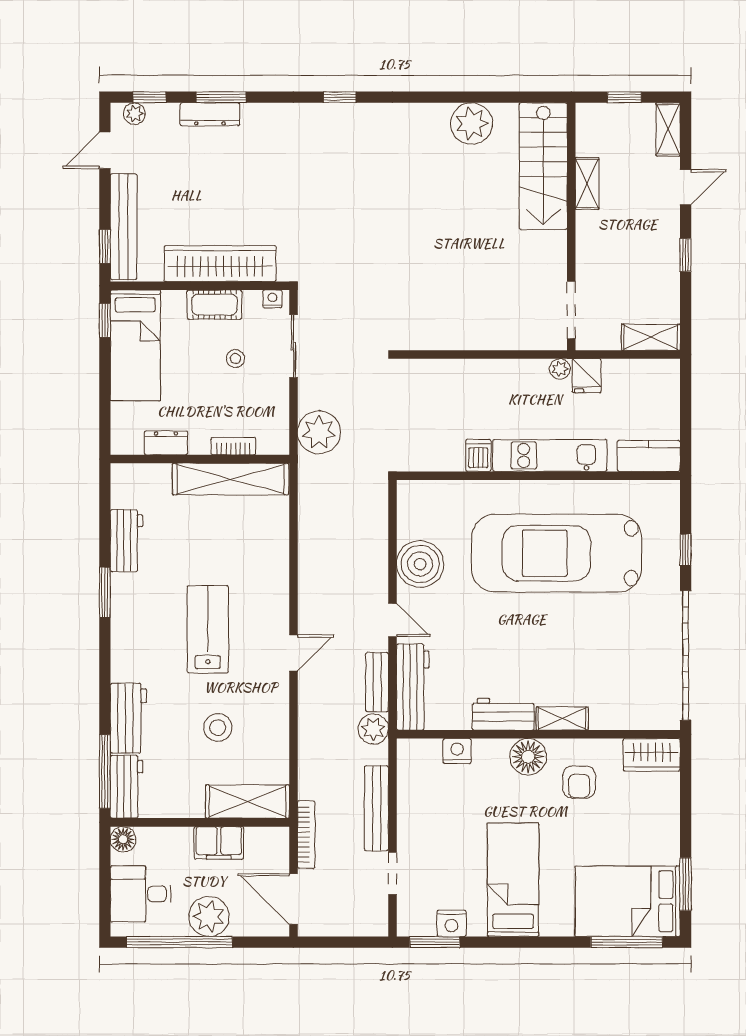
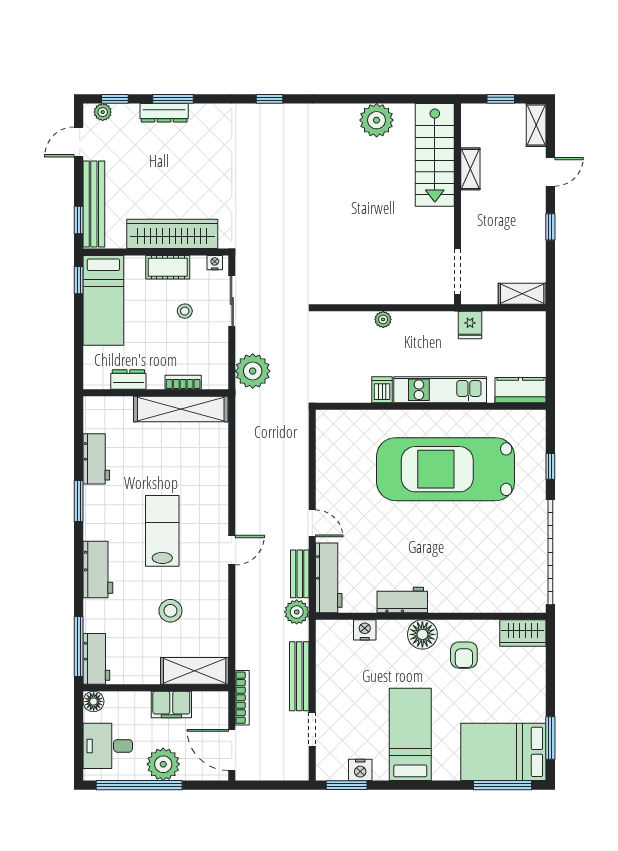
plant: (560, 369) -> (383, 319), moved
boiler: (420, 564) -> (335, 478), removed
workbench: (128, 718) -> (98, 570), moved
shelving: (562, 719) -> (450, 603), removed

